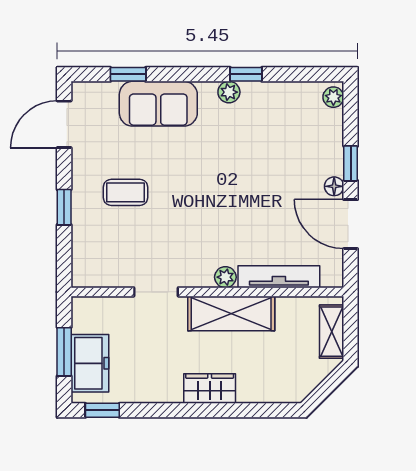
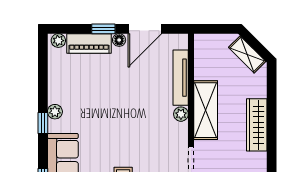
window: (246, 74) -> (43, 123), moved
piano: (329, 142) -> (89, 43), added
shelving: (332, 332) -> (247, 54), moved, turned 45
wardrobe: (210, 389) -> (257, 125), width x1.50

